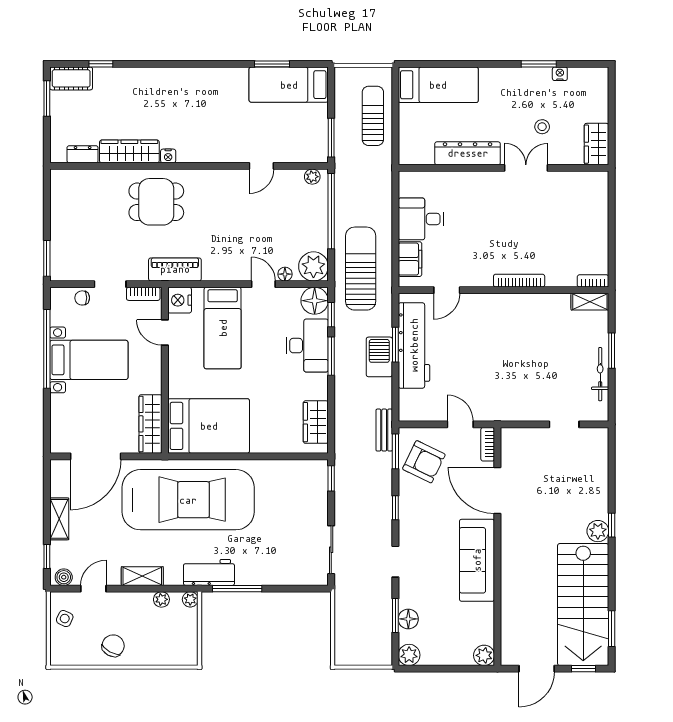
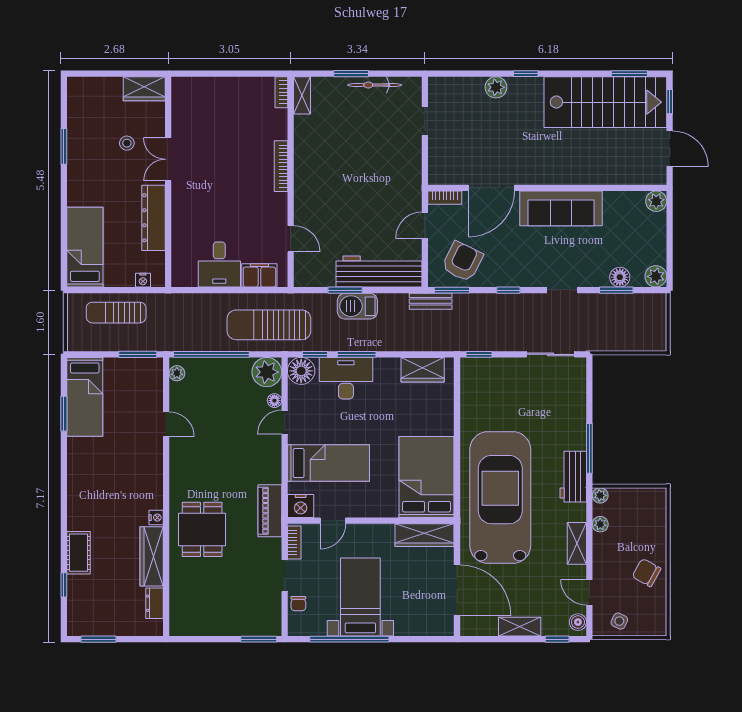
nightstand: (560, 74) -> (143, 280), moved, turned -90
cot: (71, 78) -> (79, 553), moved
workbench: (414, 345) -> (379, 271), moved
plant: (598, 531) -> (496, 87), moved

